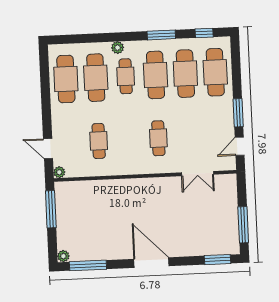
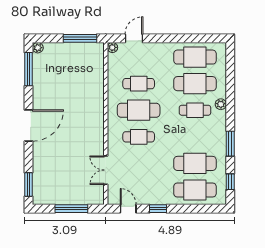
cafe table: (155, 75) -> (139, 110), moved
window: (238, 113) -> (158, 209), width x0.67
window: (243, 225) -> (71, 209), moved

